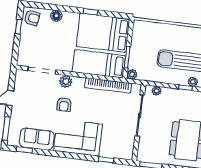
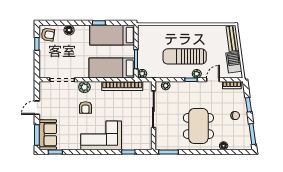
bed: (103, 33) -> (112, 35), width x0.67
sofa: (37, 139) -> (48, 135), moved, turned 90

